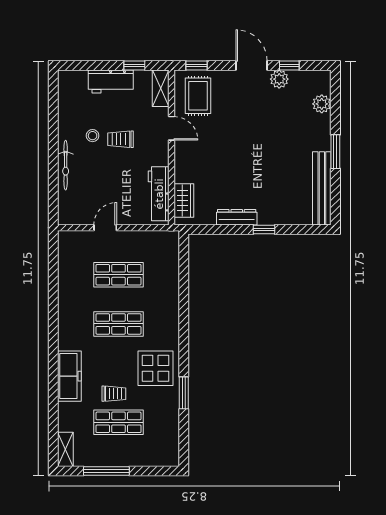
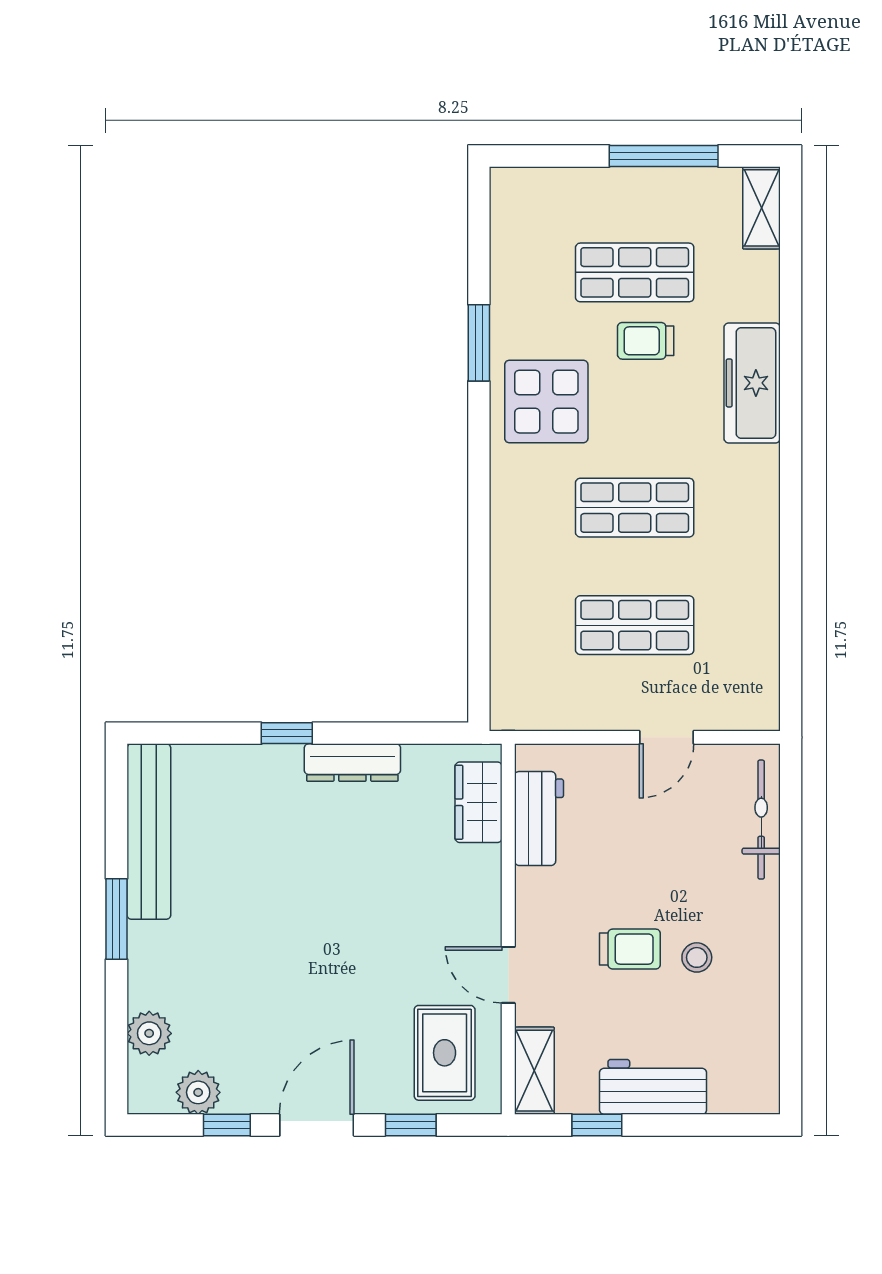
window: (197, 66) -> (411, 1125), moved
door: (252, 66) -> (317, 1125), swing flipped
plant: (279, 79) -> (198, 1092), moved
bicycle: (66, 165) -> (761, 820), moved
workbench: (159, 194) -> (539, 818), width x0.73

